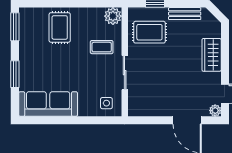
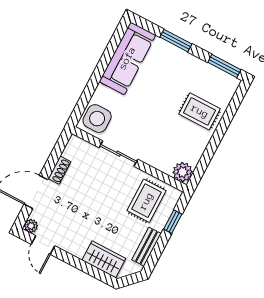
coffee table: (102, 47) -> (157, 144), removed
wardrobe: (212, 55) -> (104, 259), moved
side table: (106, 103) -> (97, 119), width x1.87, depth x1.87
shoe rack: (161, 111) -> (60, 170), added

